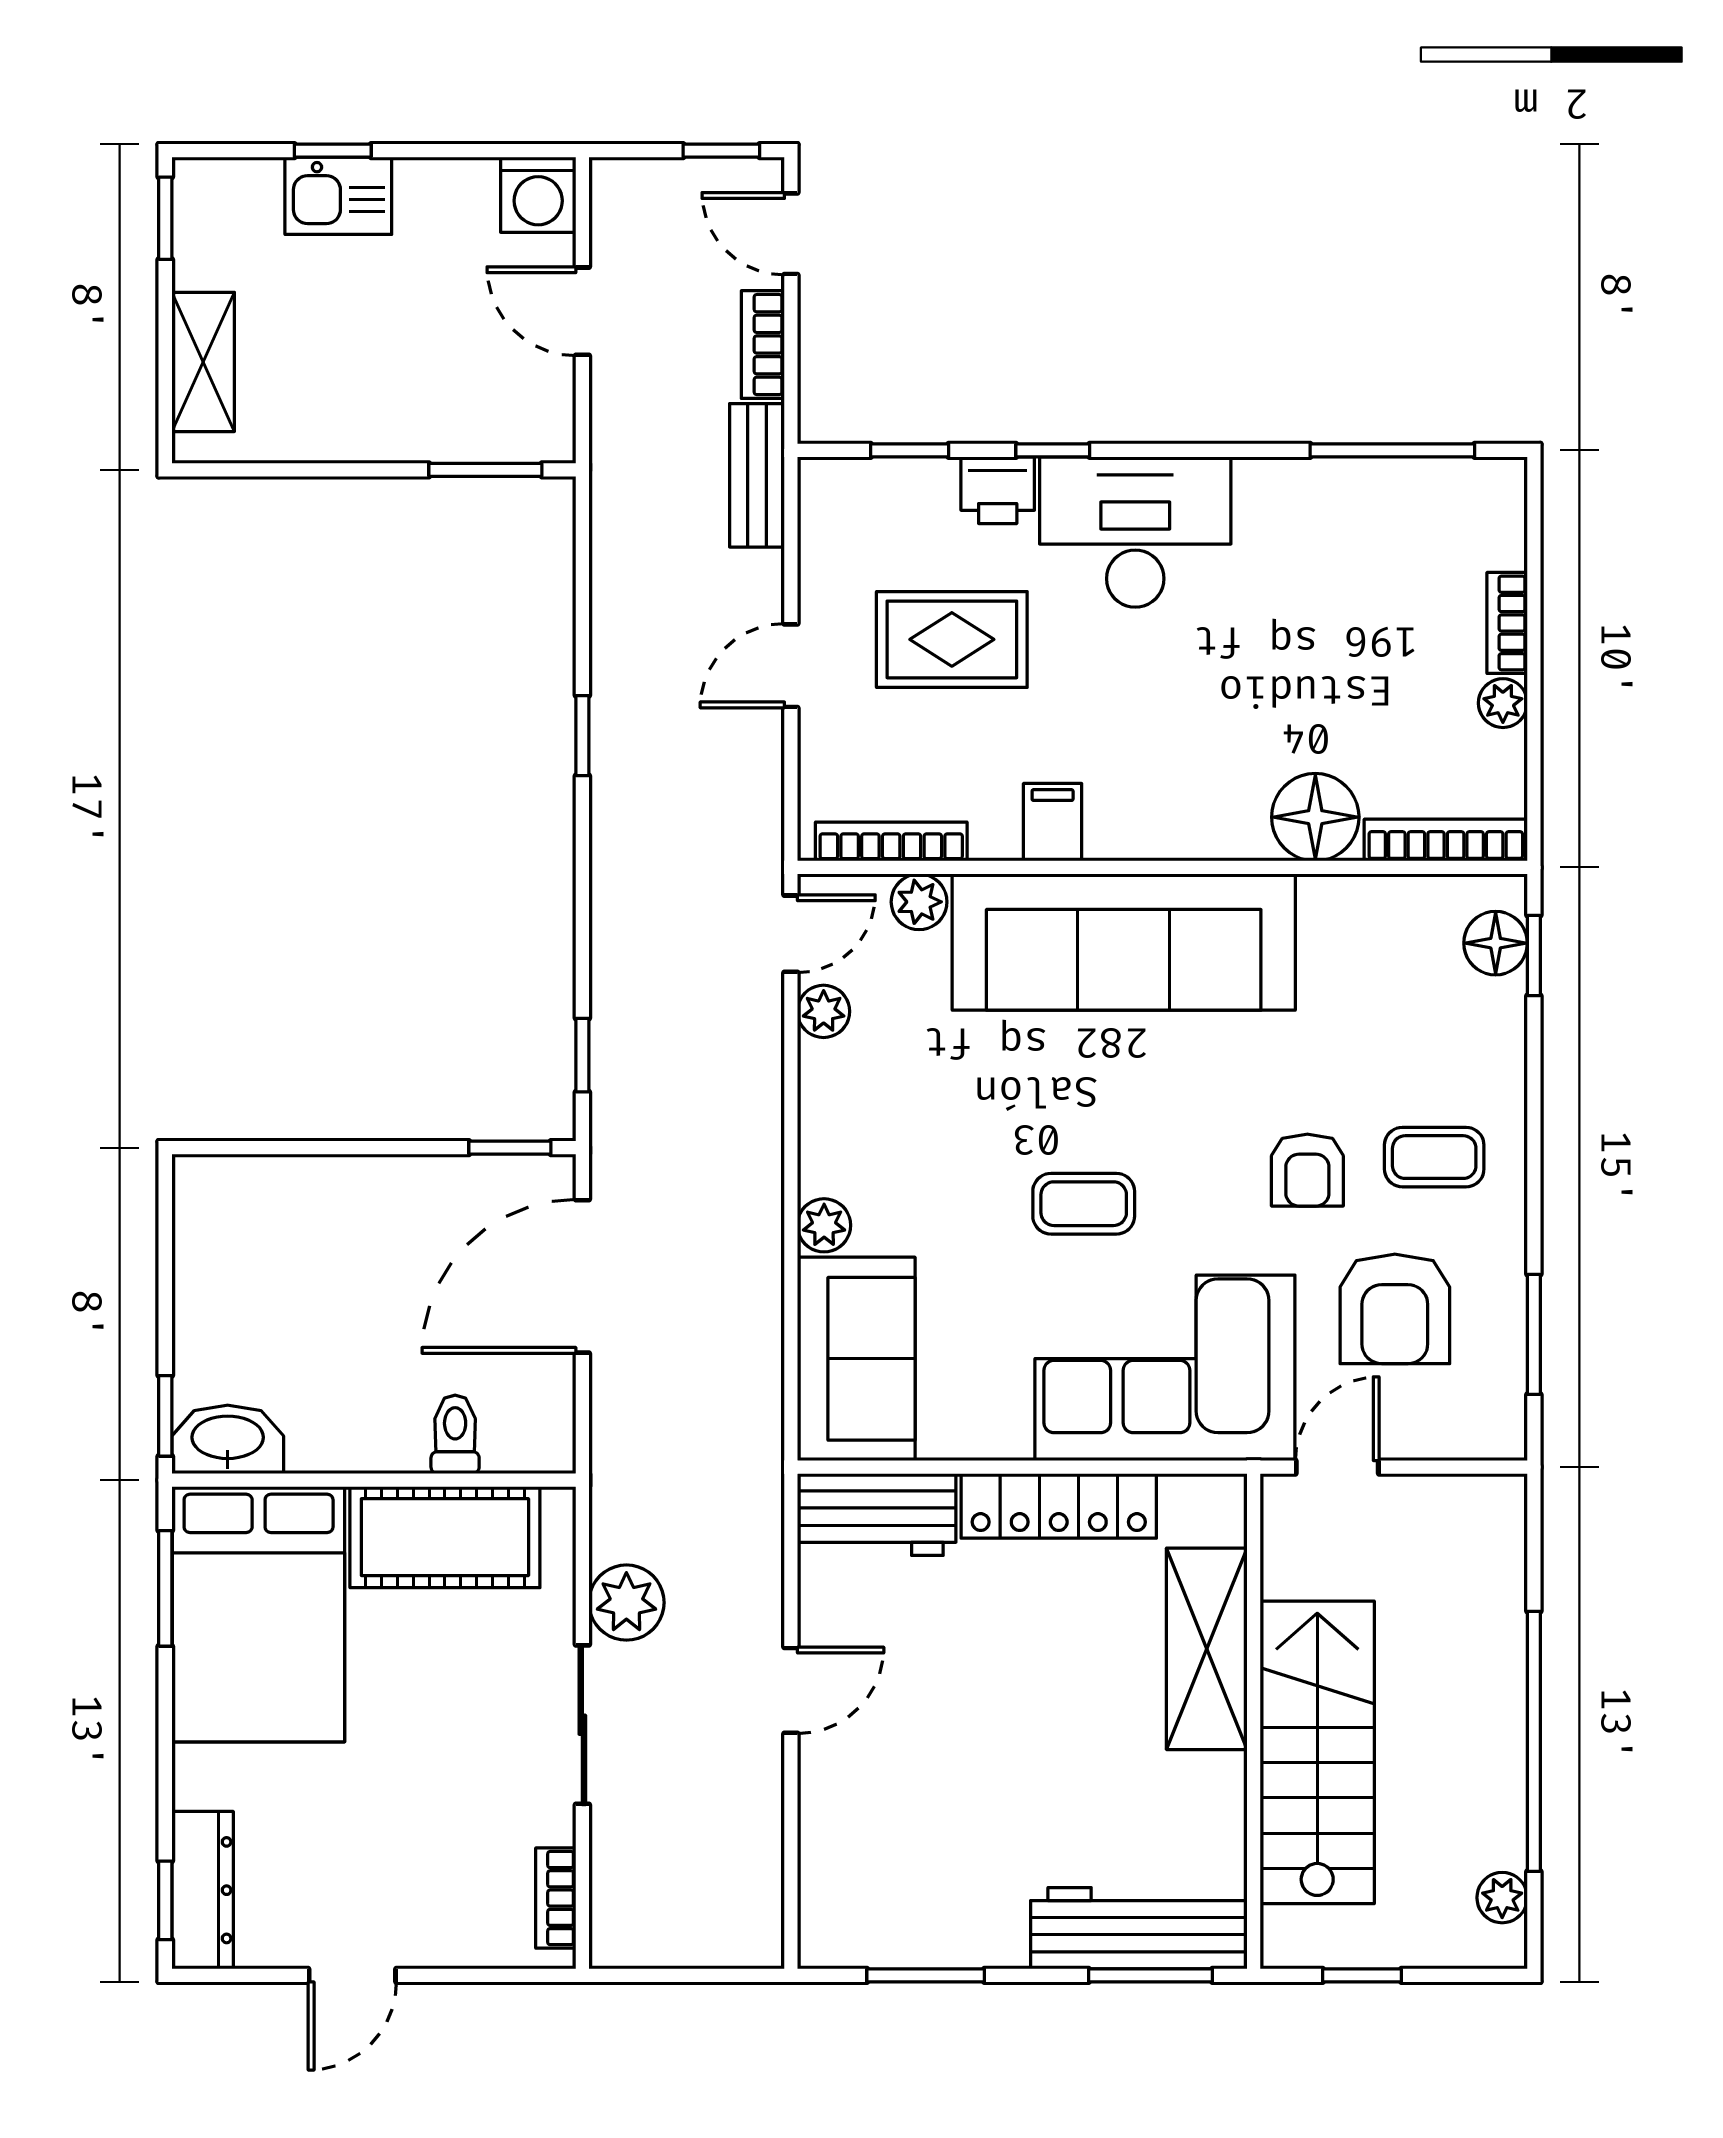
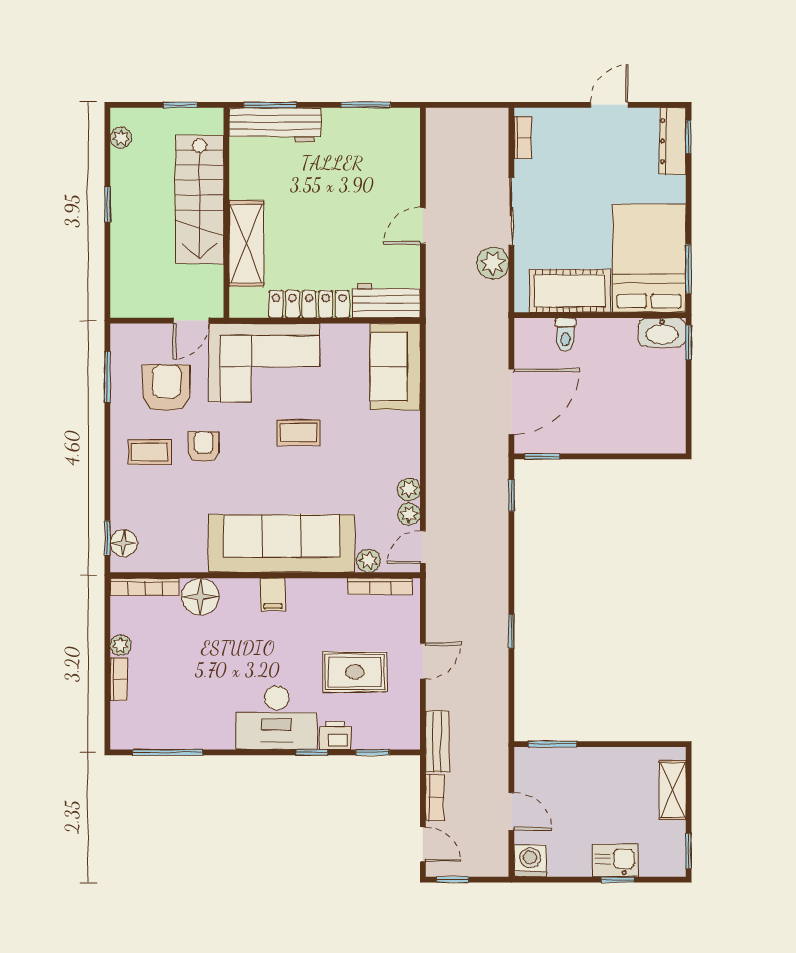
filing cabinet: (1053, 822) -> (273, 594), moved
plant: (824, 1225) -> (409, 490), moved
window: (1534, 1741) -> (107, 204), width x0.32

